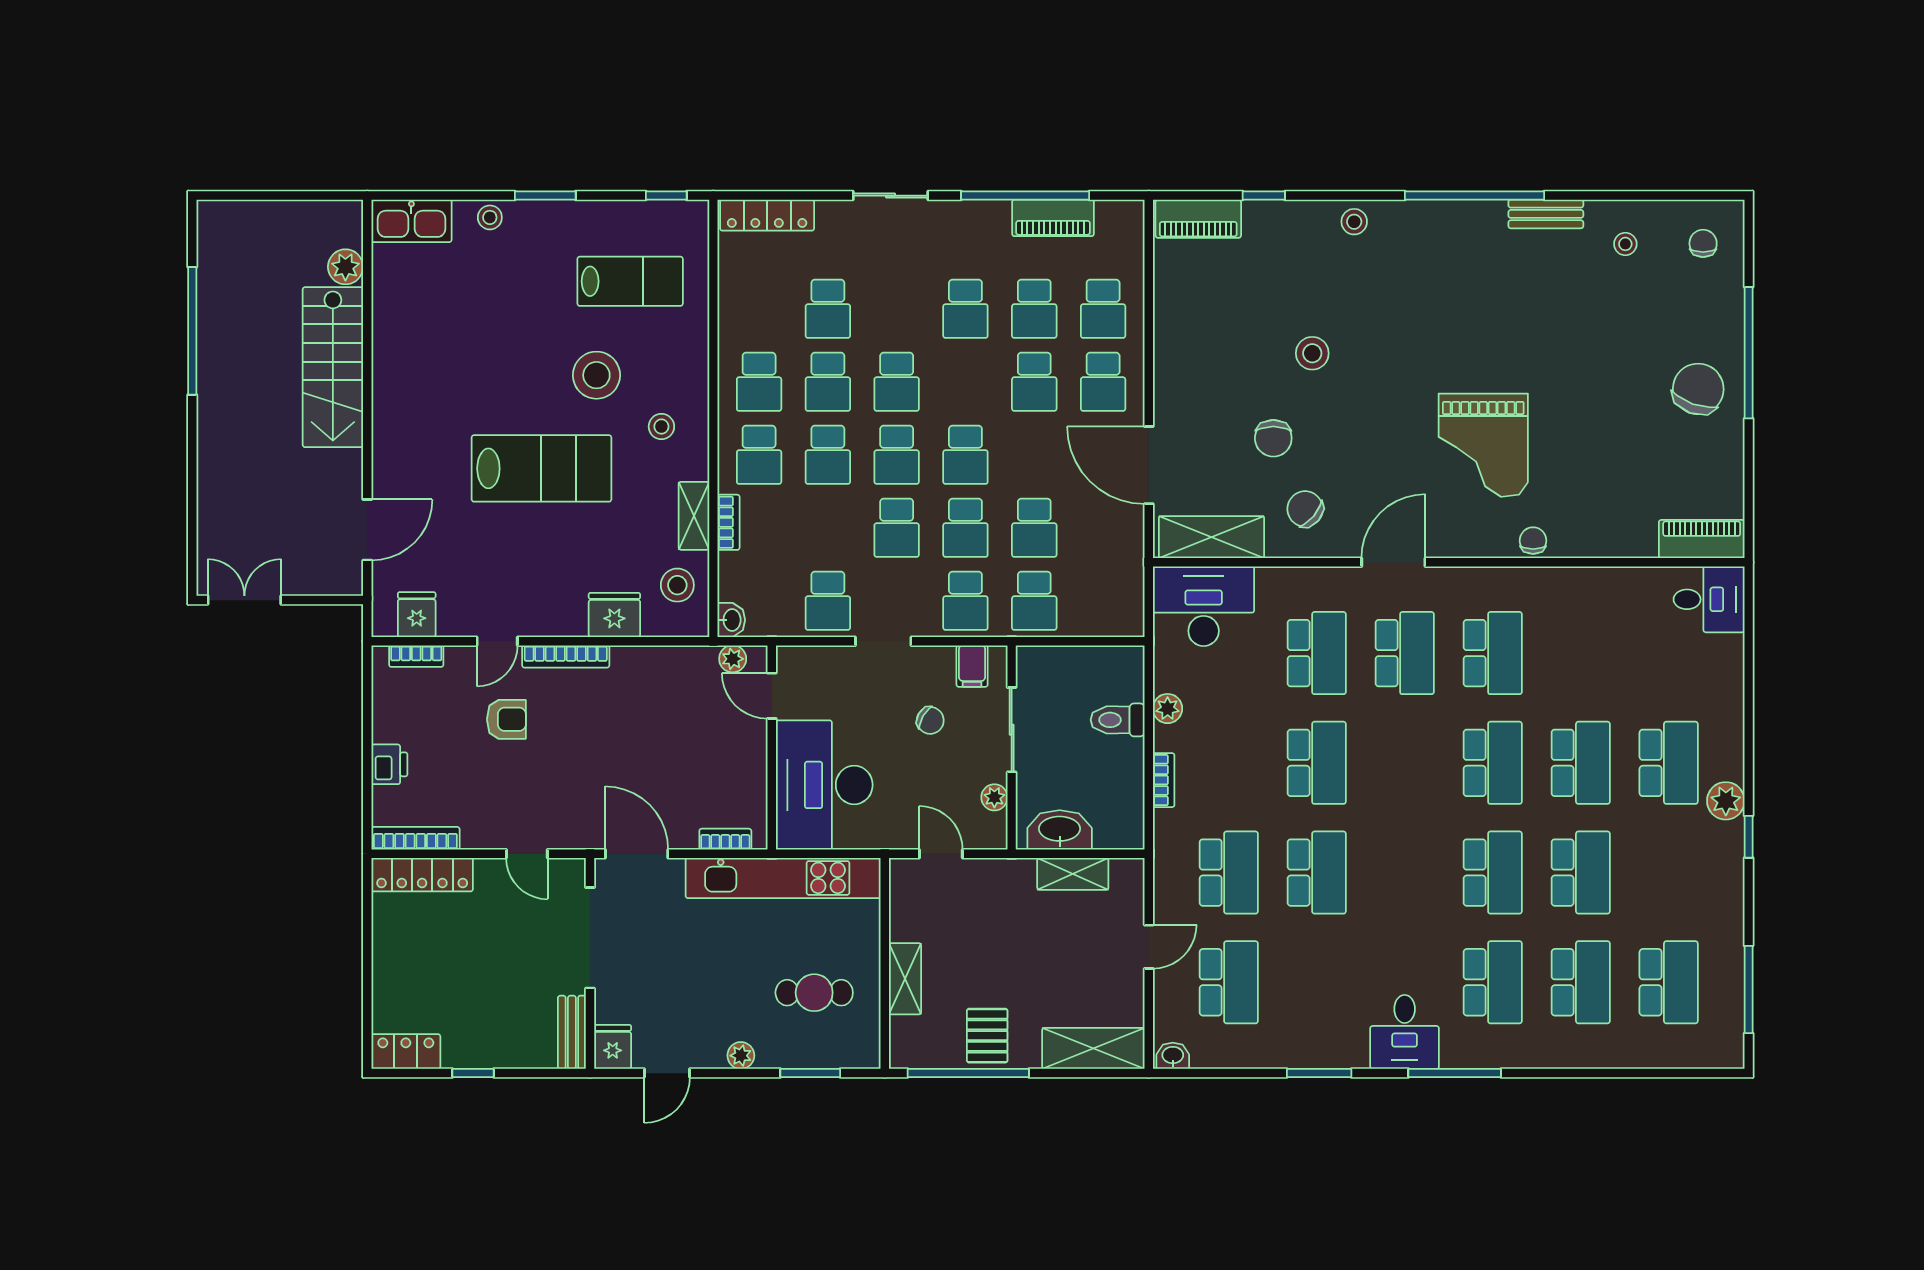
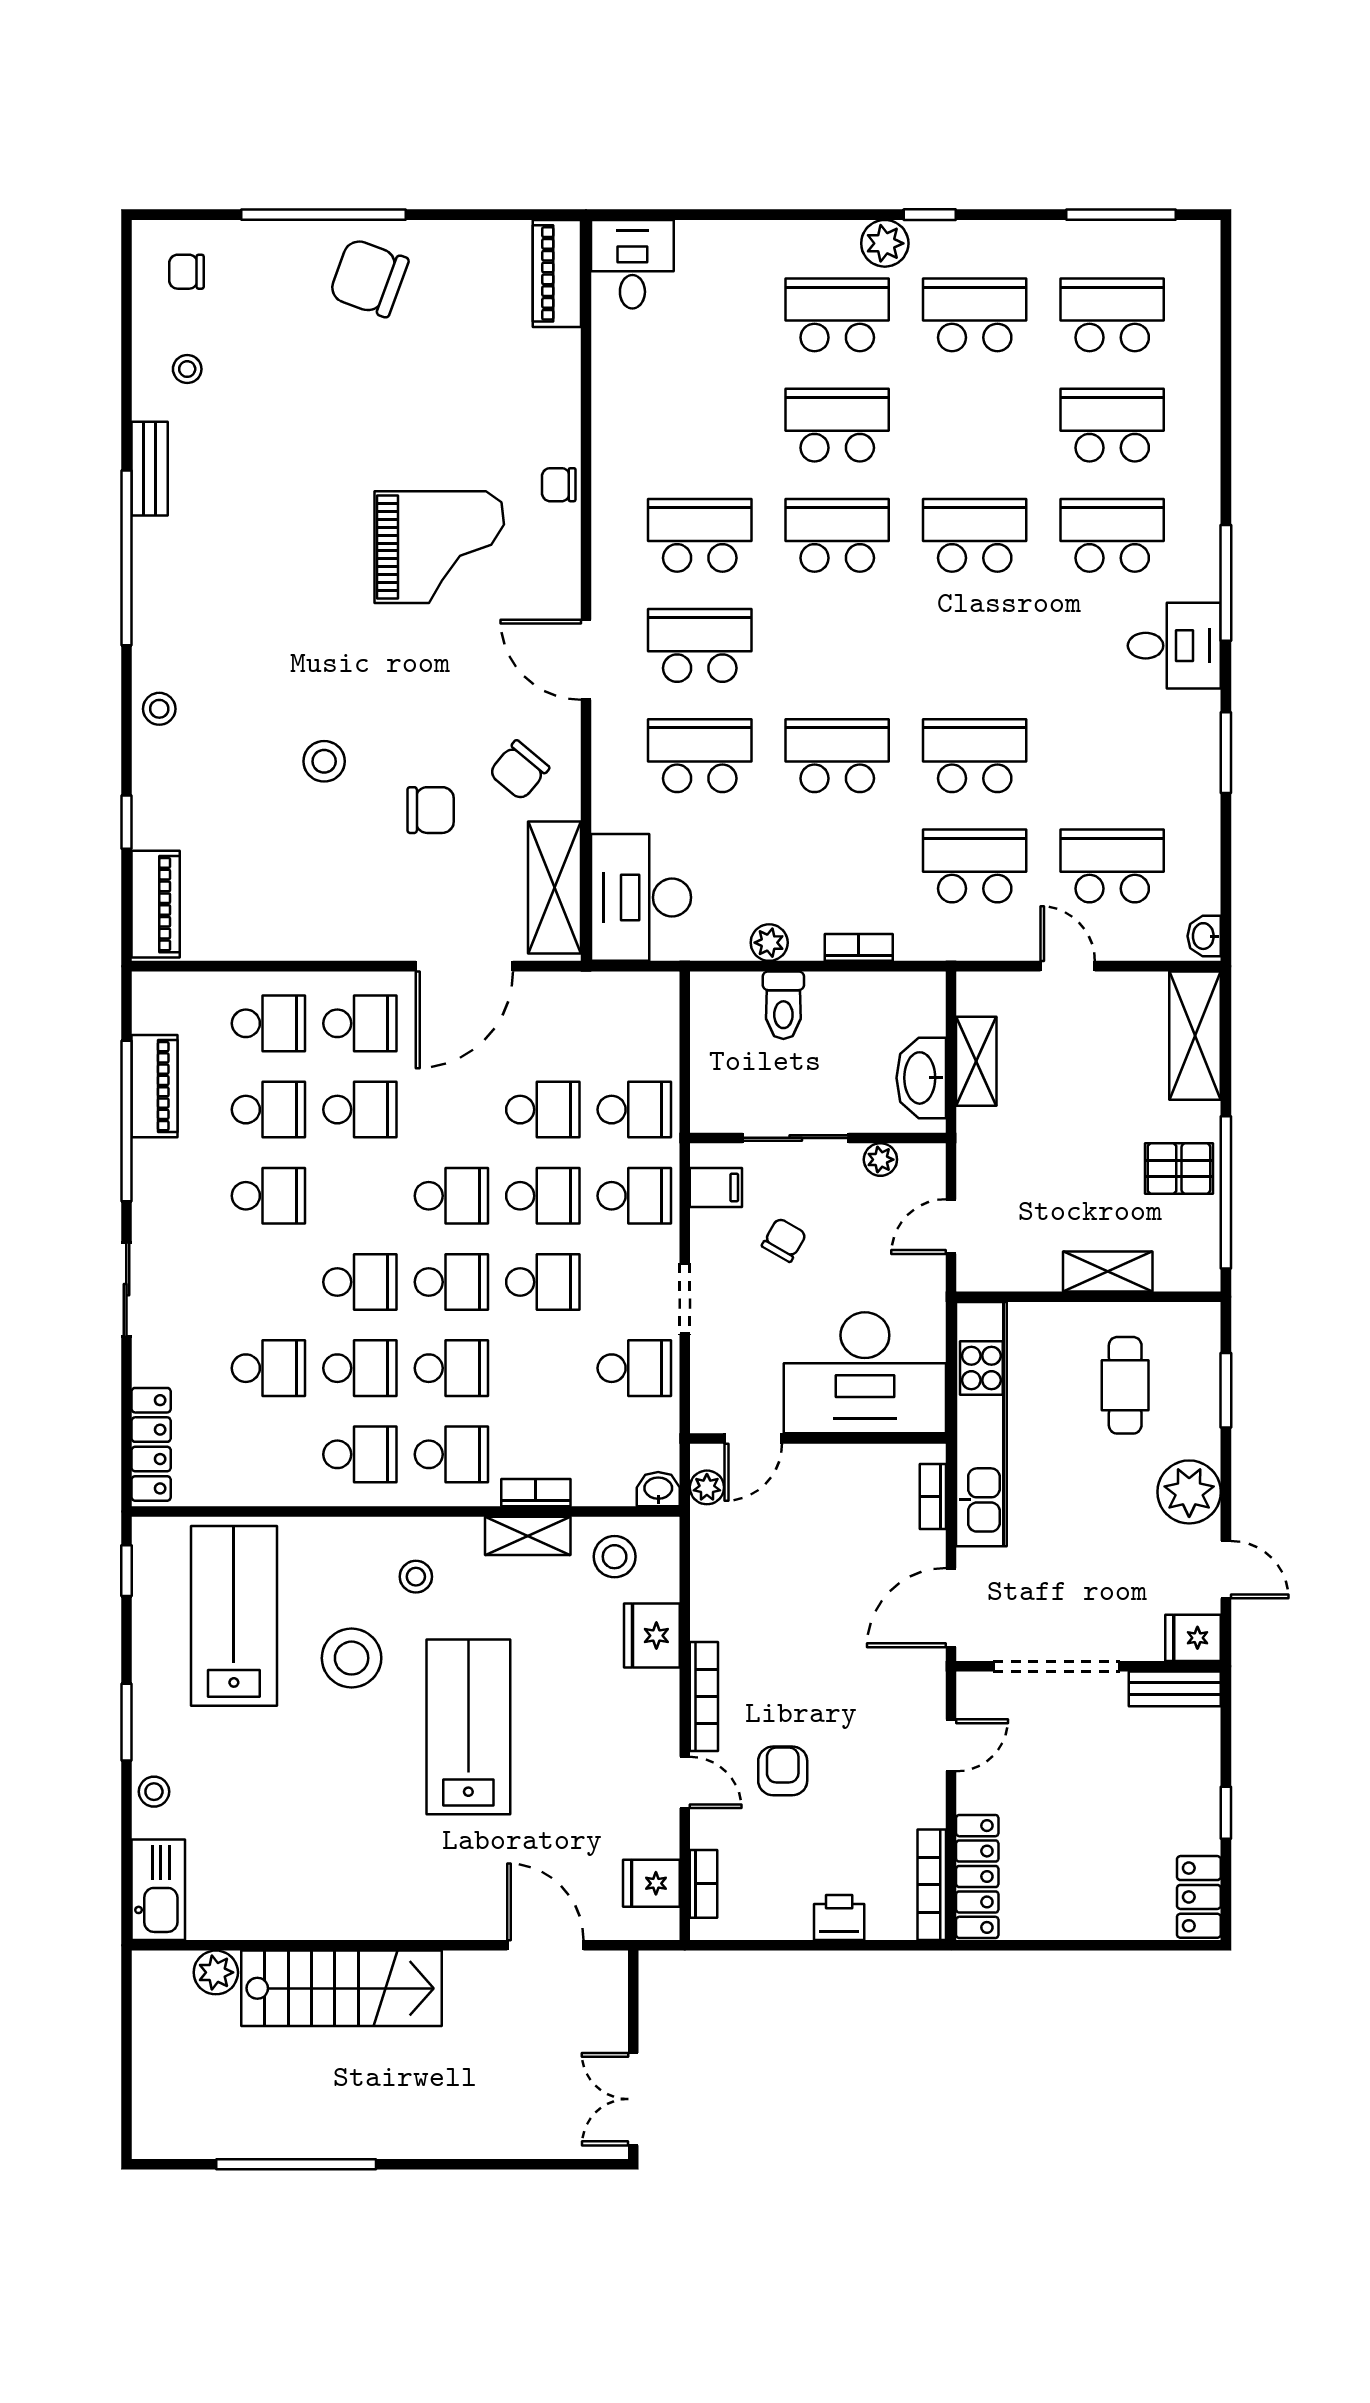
lab bench: (630, 281) -> (234, 1616), width x1.36, depth x1.39
school desk: (1581, 873) -> (975, 315), moved
plant: (741, 1056) -> (1189, 1492), width x1.88, depth x1.88

